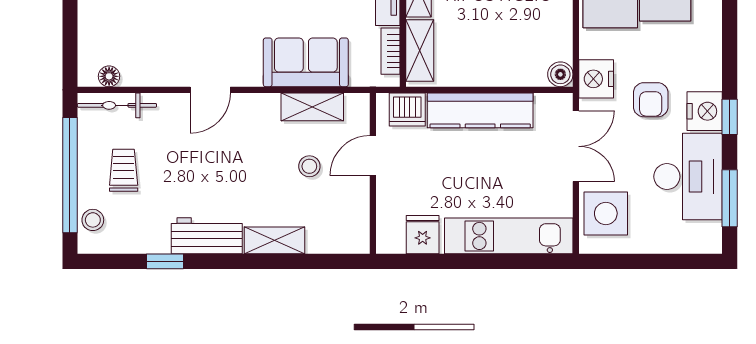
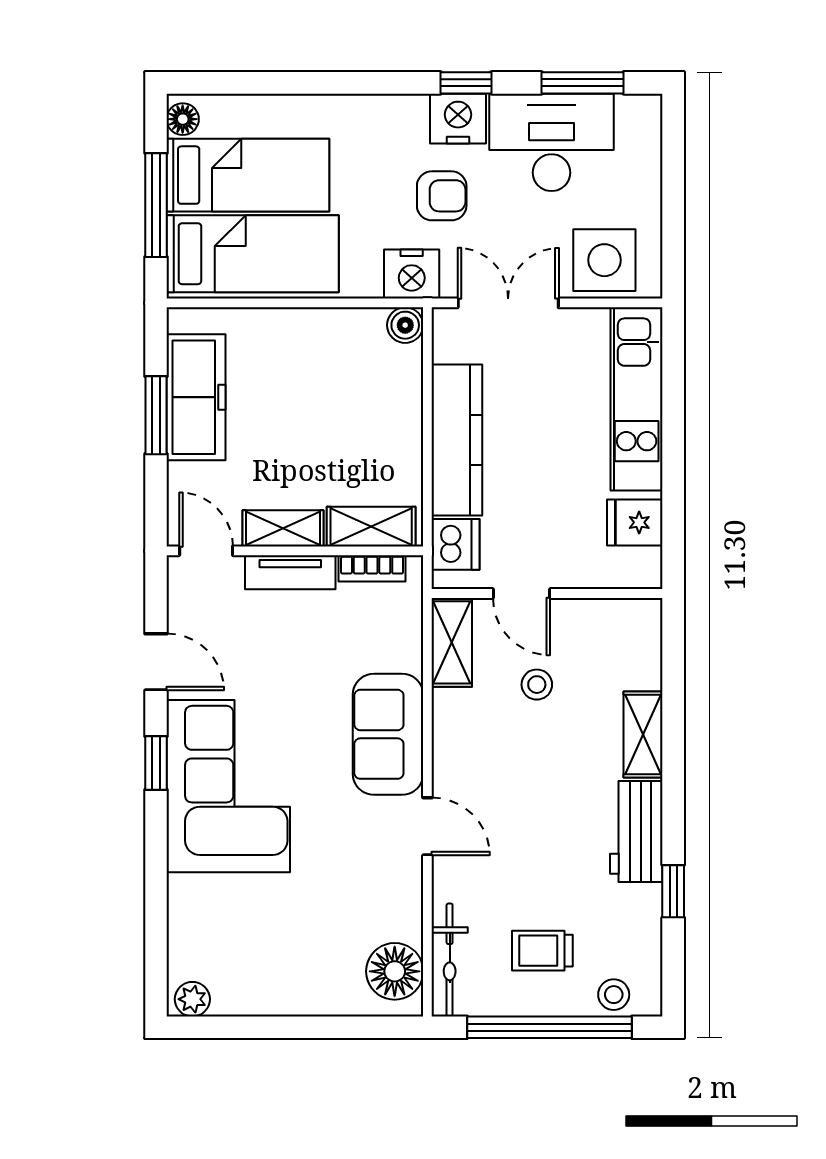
sofa: (306, 62) -> (388, 734), moved
floor lamp: (109, 76) -> (395, 971), width x1.89, depth x1.89
shelving: (312, 107) -> (452, 642), moved

